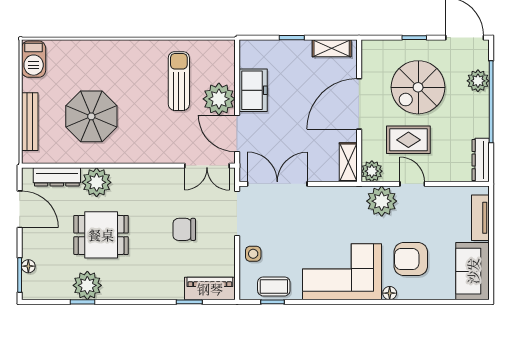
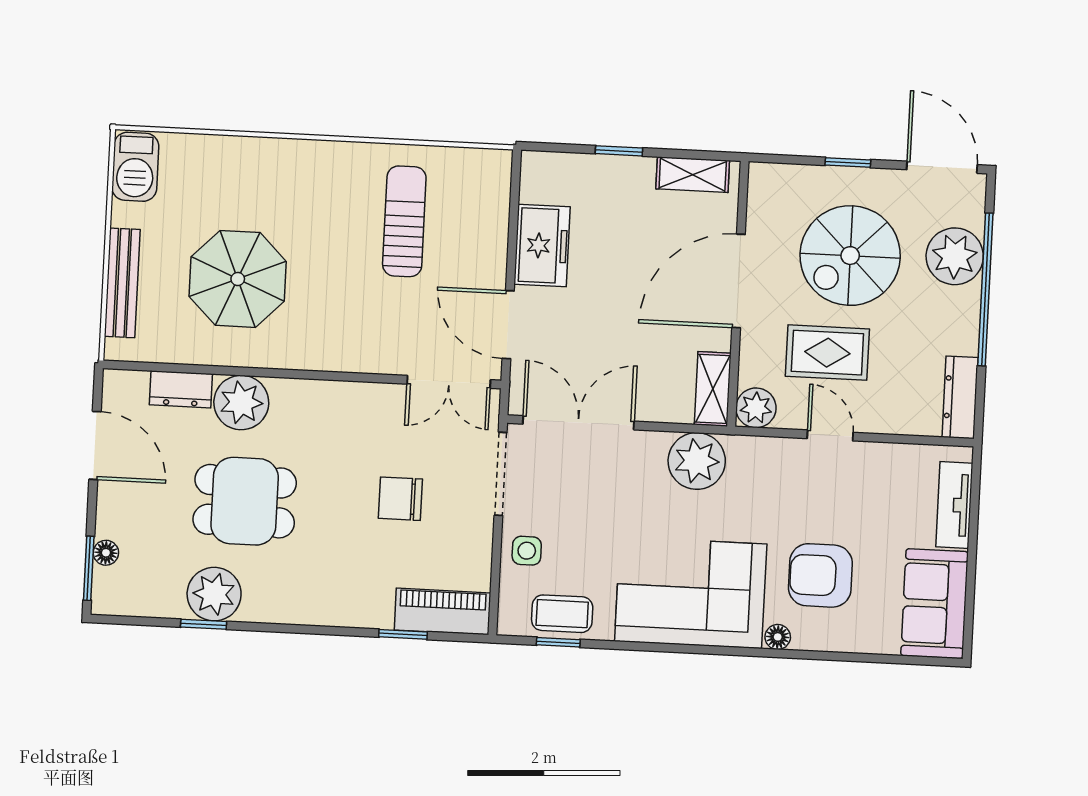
plant: (478, 81) -> (955, 256), width x1.36, depth x1.36
plant: (219, 99) -> (477, 259), removed
dresser: (57, 177) -> (181, 389), width x0.70
plant: (382, 201) -> (697, 461), moved

